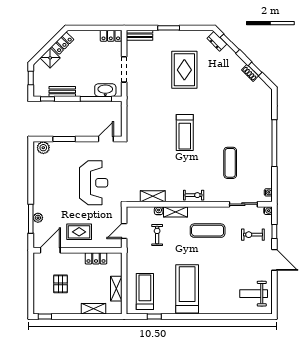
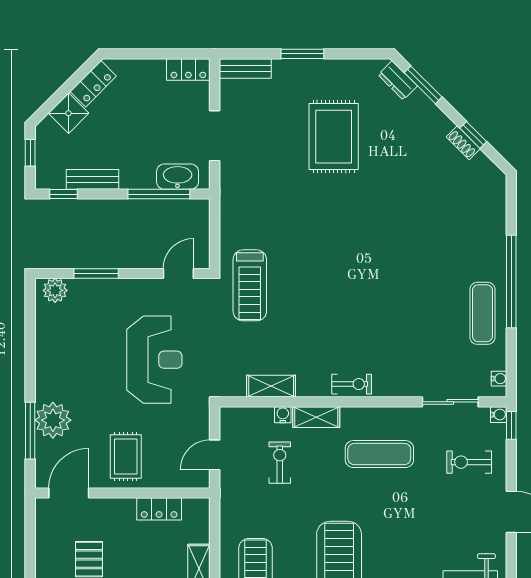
treadmill: (185, 132) -> (250, 285), moved
exercise mat: (230, 163) -> (482, 313), moved
plant: (38, 218) -> (53, 420), width x1.88, depth x1.88
window: (274, 231) -> (511, 425), moved
rug: (79, 232) -> (126, 457), turned 90

